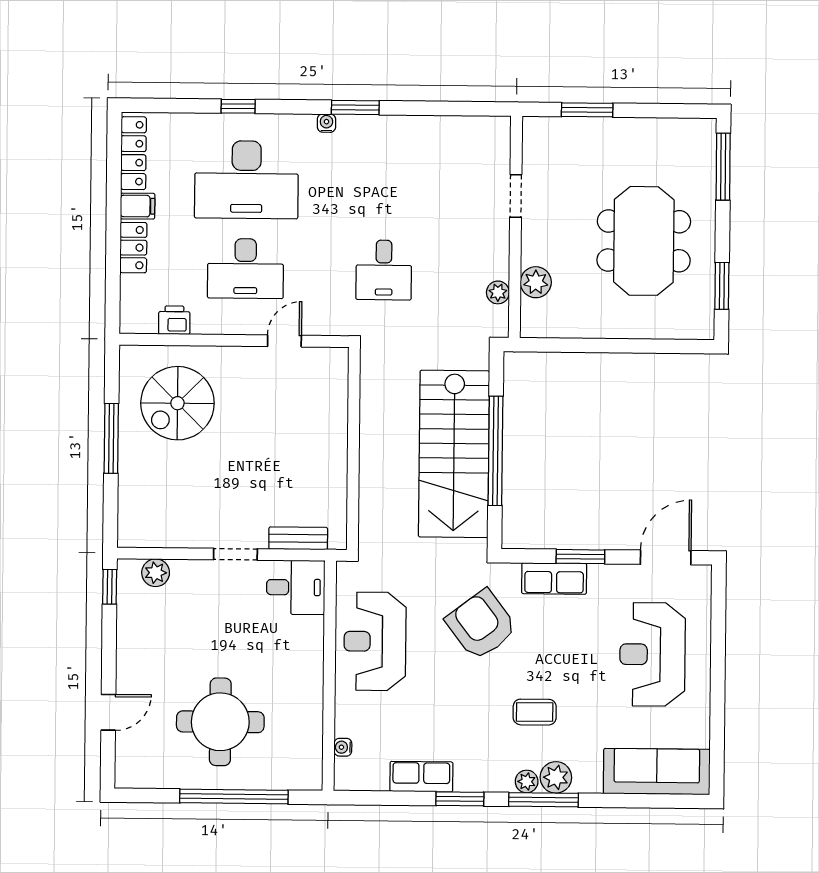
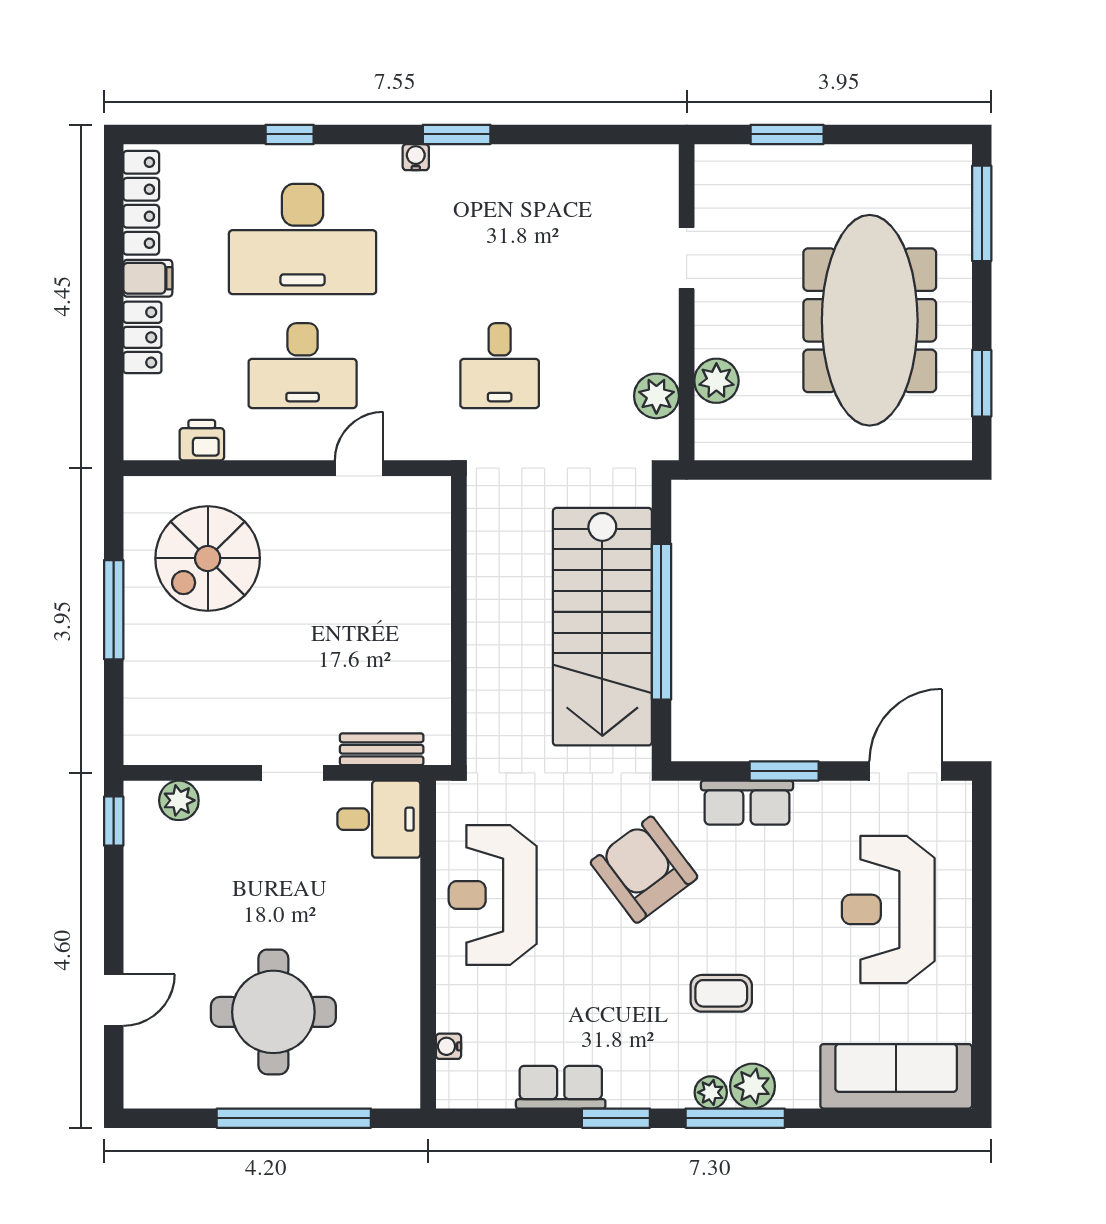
meeting table: (644, 241) -> (870, 320), width x1.36
plant: (498, 292) -> (656, 396), width x1.38, depth x1.38

